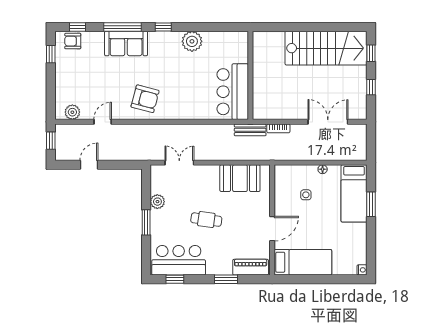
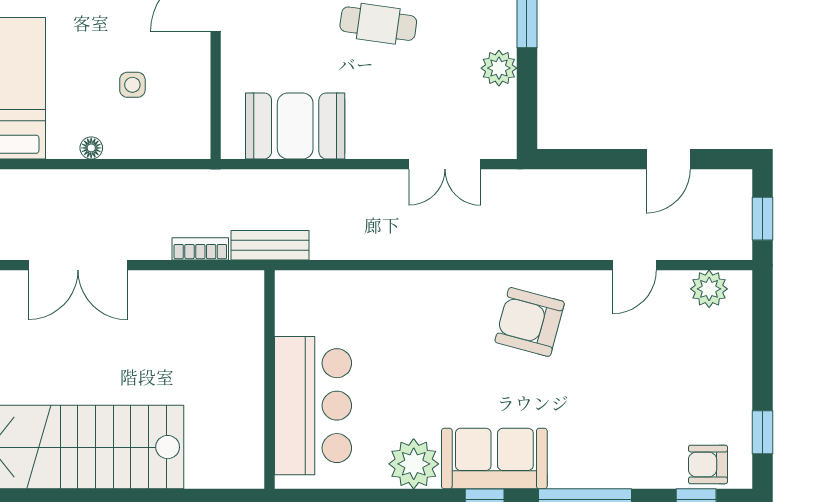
armchair: (73, 41) -> (708, 464), turned 180
sofa: (126, 43) -> (494, 459), moved
bar counter: (233, 92) -> (313, 406), moved

